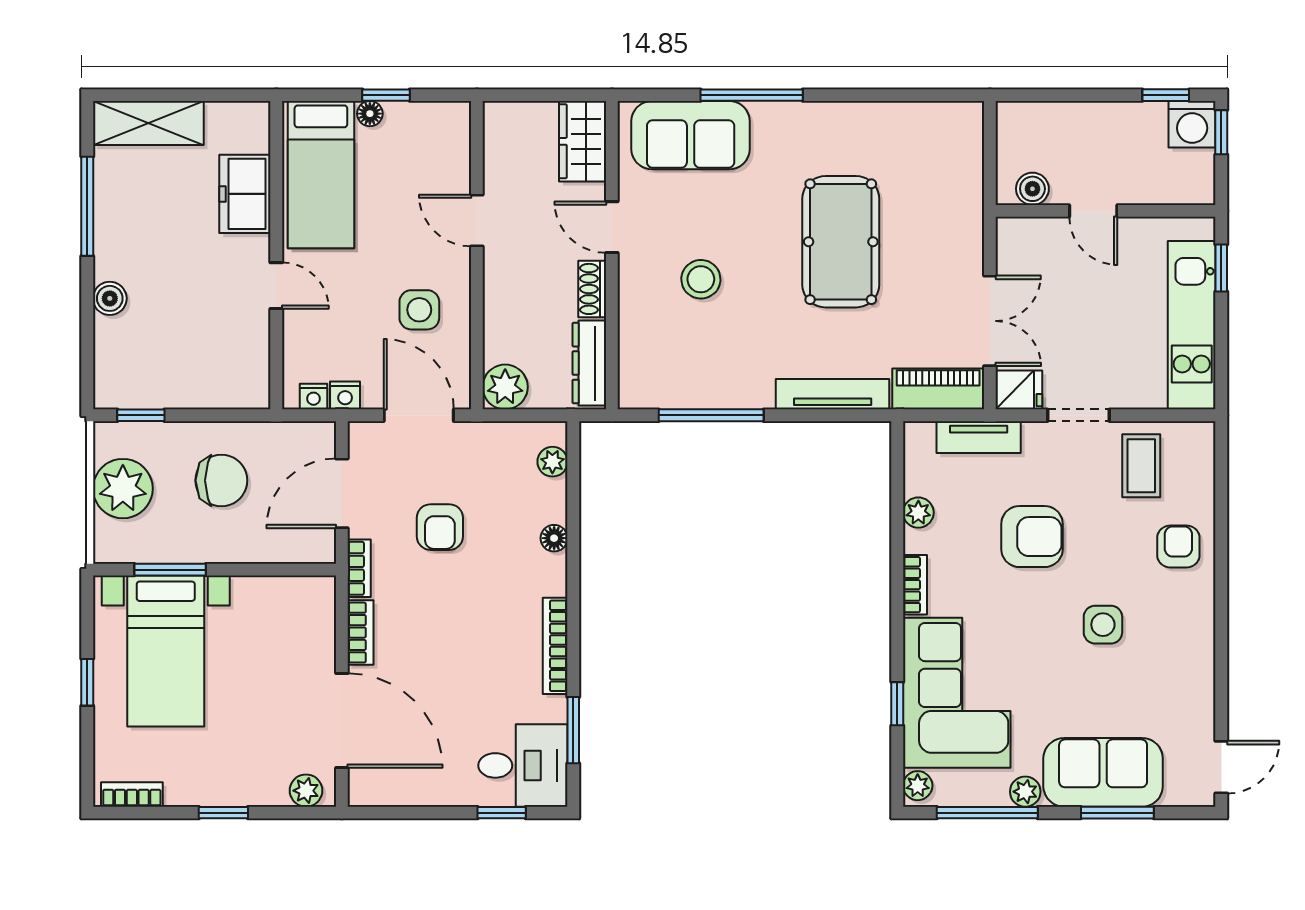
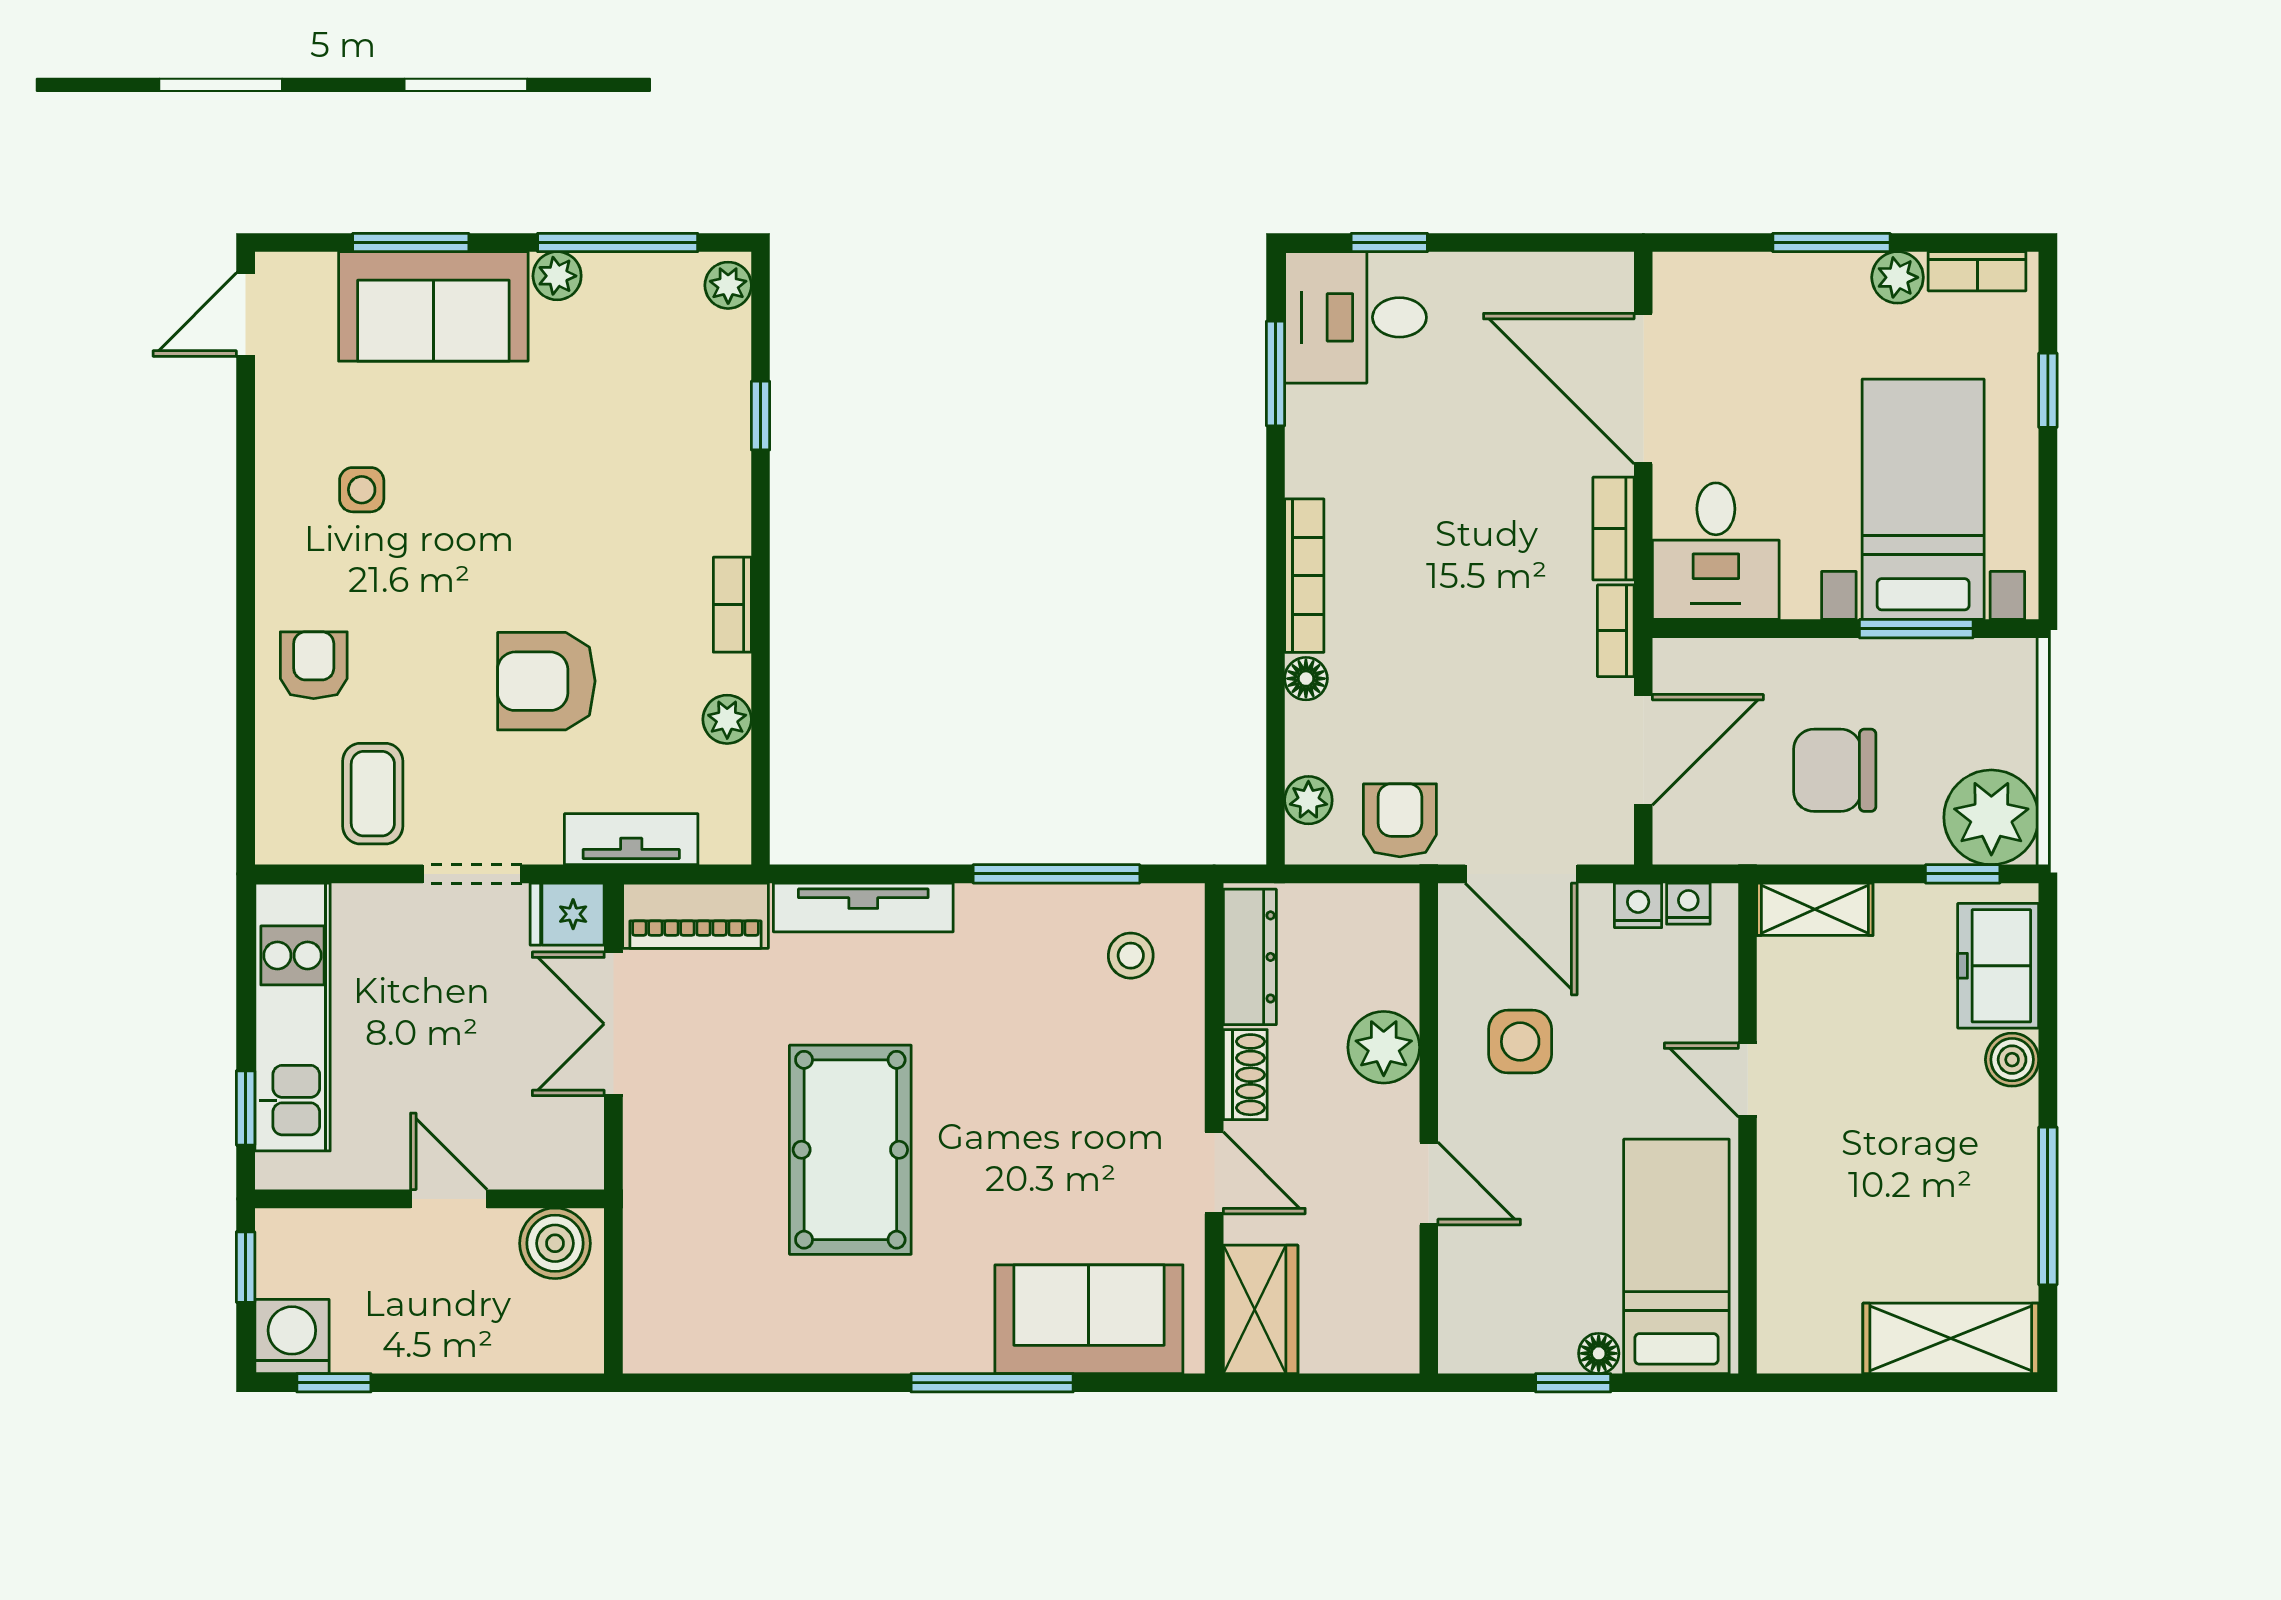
window: (1221, 132) -> (246, 1267), moved
boiler: (1032, 189) -> (555, 1243), width x1.36, depth x1.36
freezer: (245, 194) -> (1998, 966), moved, turned 180
stool: (701, 279) -> (1131, 956), moved, width x0.73, depth x0.73
plant: (505, 387) -> (1384, 1047), moved
shelving: (234, 393) -> (1815, 909), added
plant: (123, 489) -> (1991, 817), moved
armchair: (440, 527) -> (1400, 820), moved
armchair: (1178, 547) -> (314, 665), turned 180
desk: (296, 618) -> (1716, 551), added
side table: (1103, 625) -> (362, 490), moved, width x0.73, depth x0.73
bookcase: (555, 646) -> (1304, 576), moved
window: (87, 682) -> (2048, 390), moved
corner sofa: (957, 693) -> (666, 433), removed
plant: (306, 791) -> (1898, 277), moved
window: (223, 813) -> (1831, 242), width x1.50

